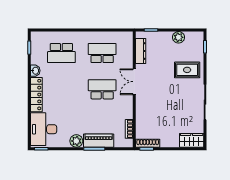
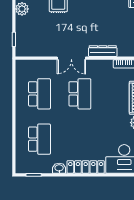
dresser: (141, 51) -> (103, 51), moved
school desk: (102, 53) -> (40, 94), turned 180
school desk: (102, 89) -> (80, 94), turned 180

